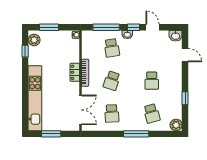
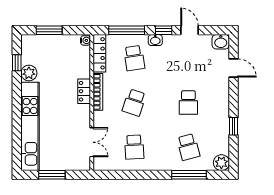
plant: (34, 40) -> (29, 73), moved
locker: (86, 44) -> (99, 53), added
double door: (80, 110) -> (92, 142), width x0.73
window: (136, 134) -> (189, 175), moved

